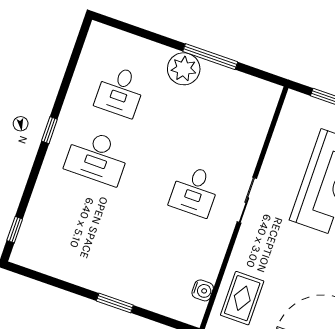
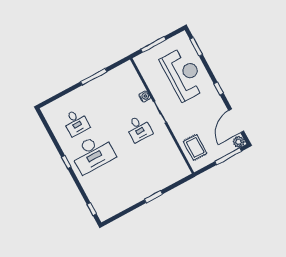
plant: (184, 69) -> (89, 91), removed
desk: (97, 157) -> (93, 153), width x1.36, depth x1.30
water cooler: (203, 290) -> (145, 96), moved

